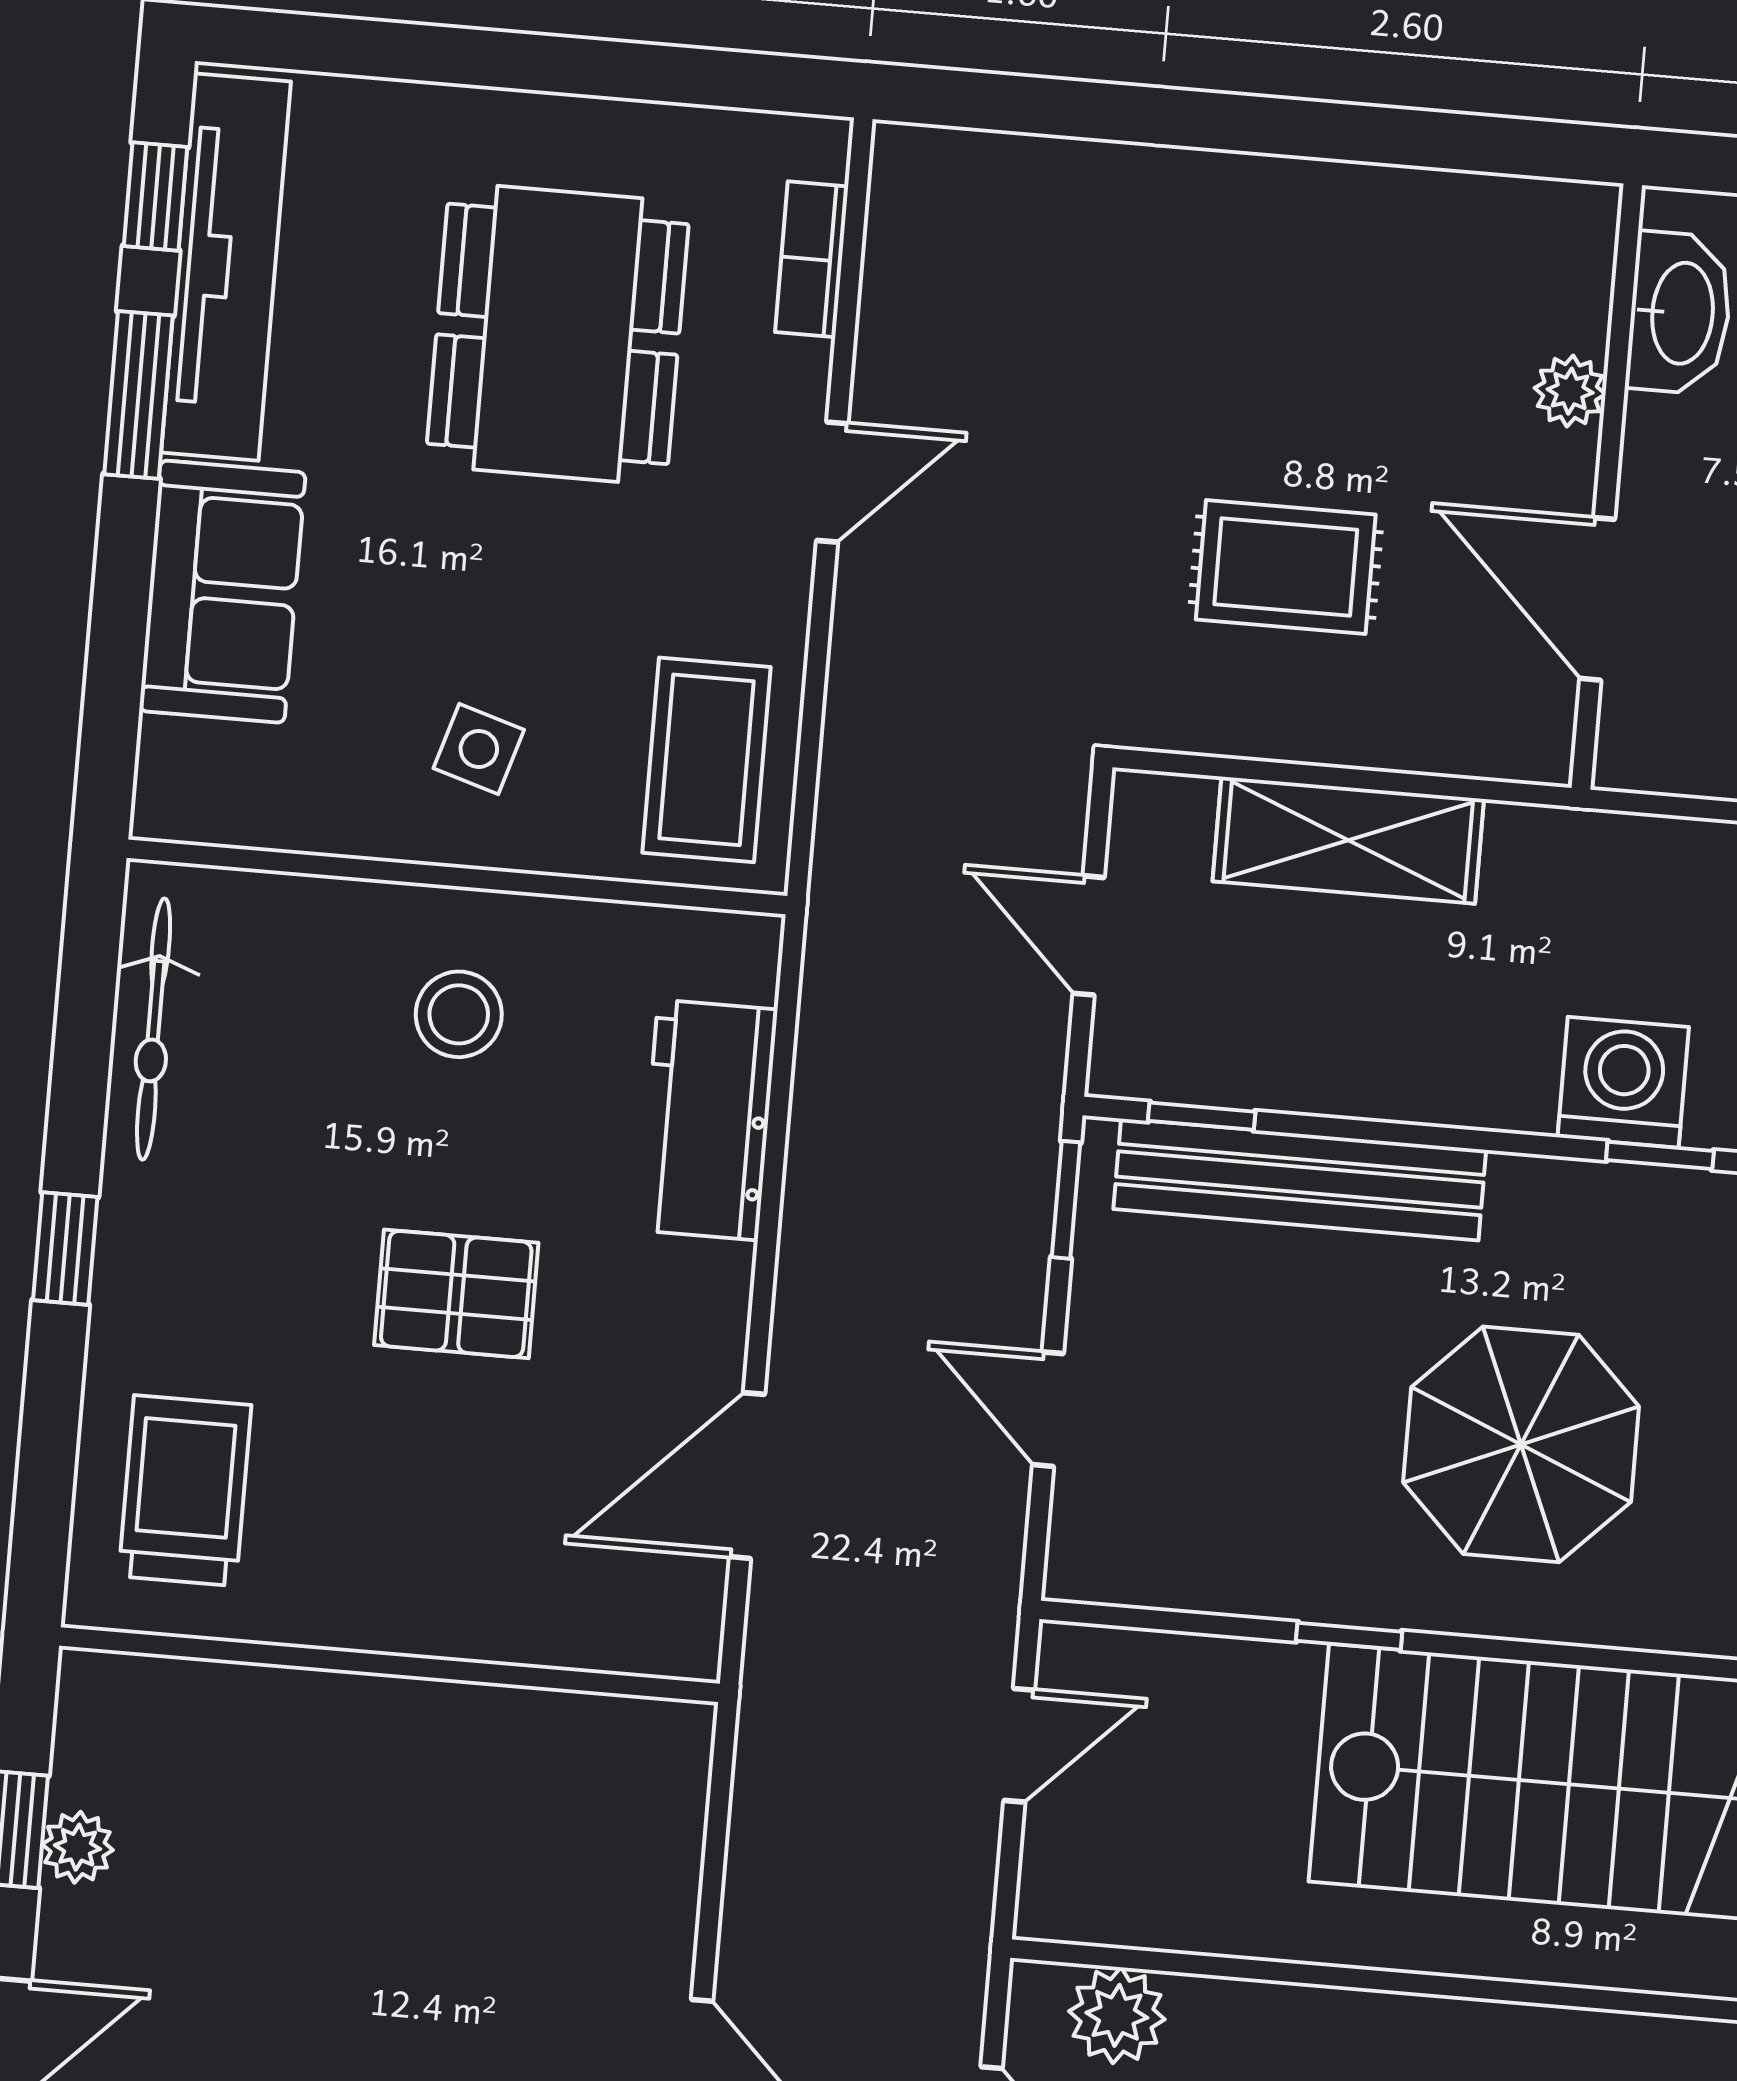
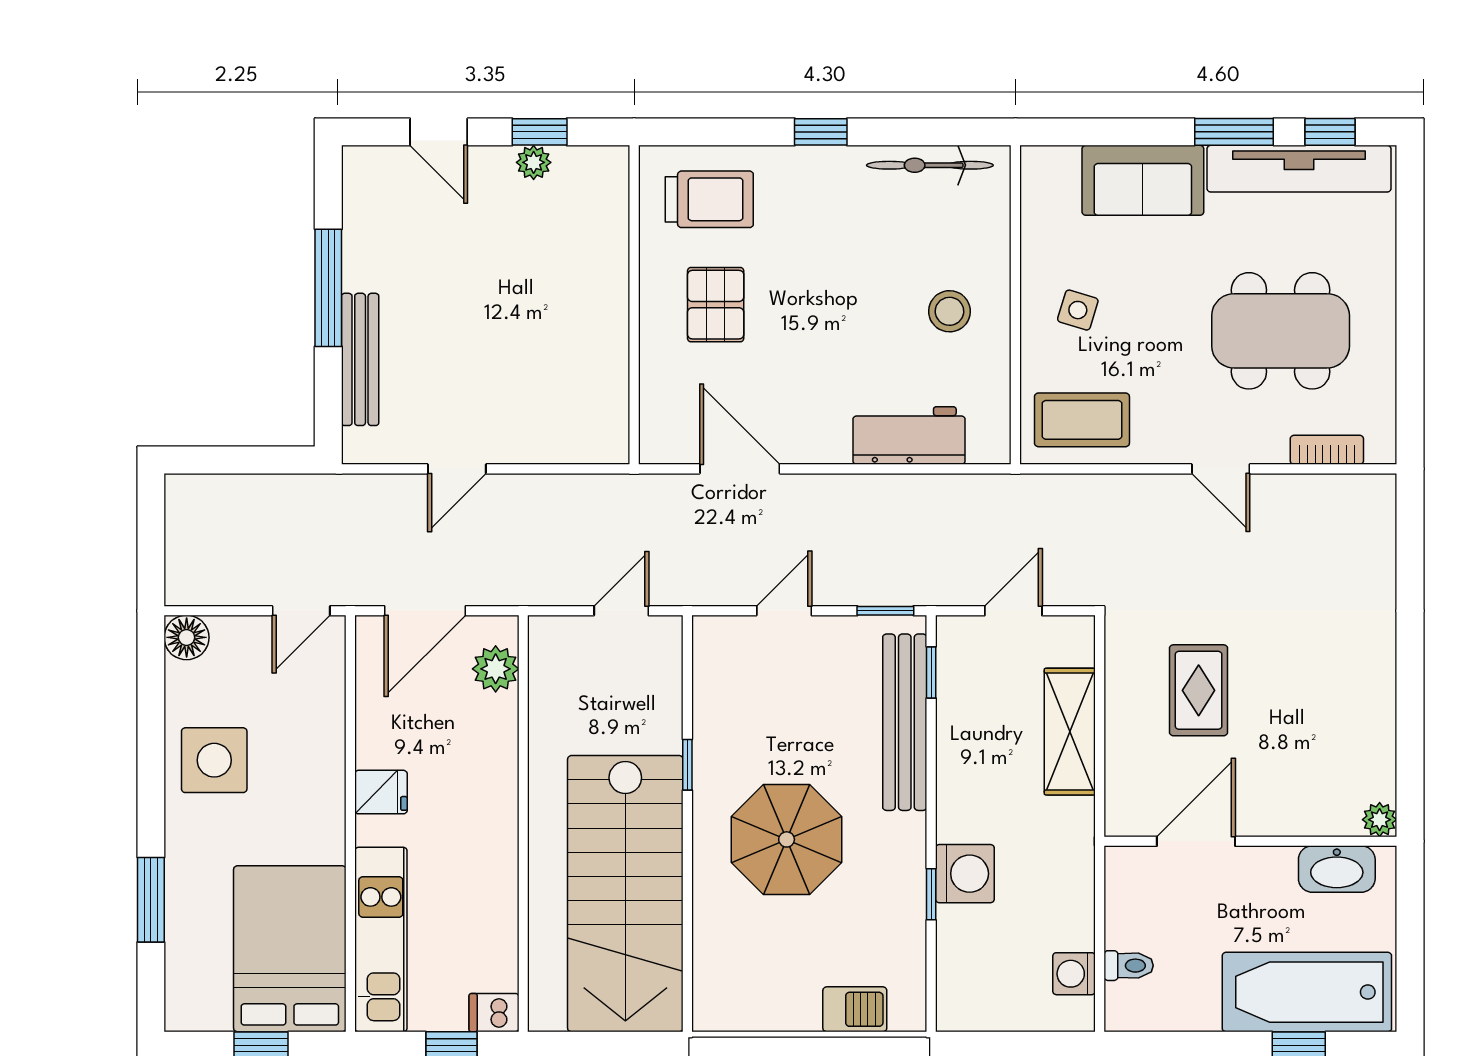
plant: (1570, 391) -> (1380, 820), moved
pallet: (456, 1294) -> (716, 305), moved
door: (1019, 1745) -> (621, 611), swing flipped

